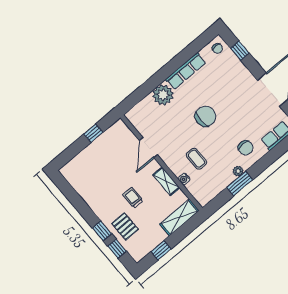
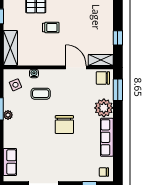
window: (137, 96) -> (118, 90), added
chair: (246, 148) -> (103, 78), moved
shelving: (166, 181) -> (101, 60), moved
side table: (207, 186) -> (15, 85), added

